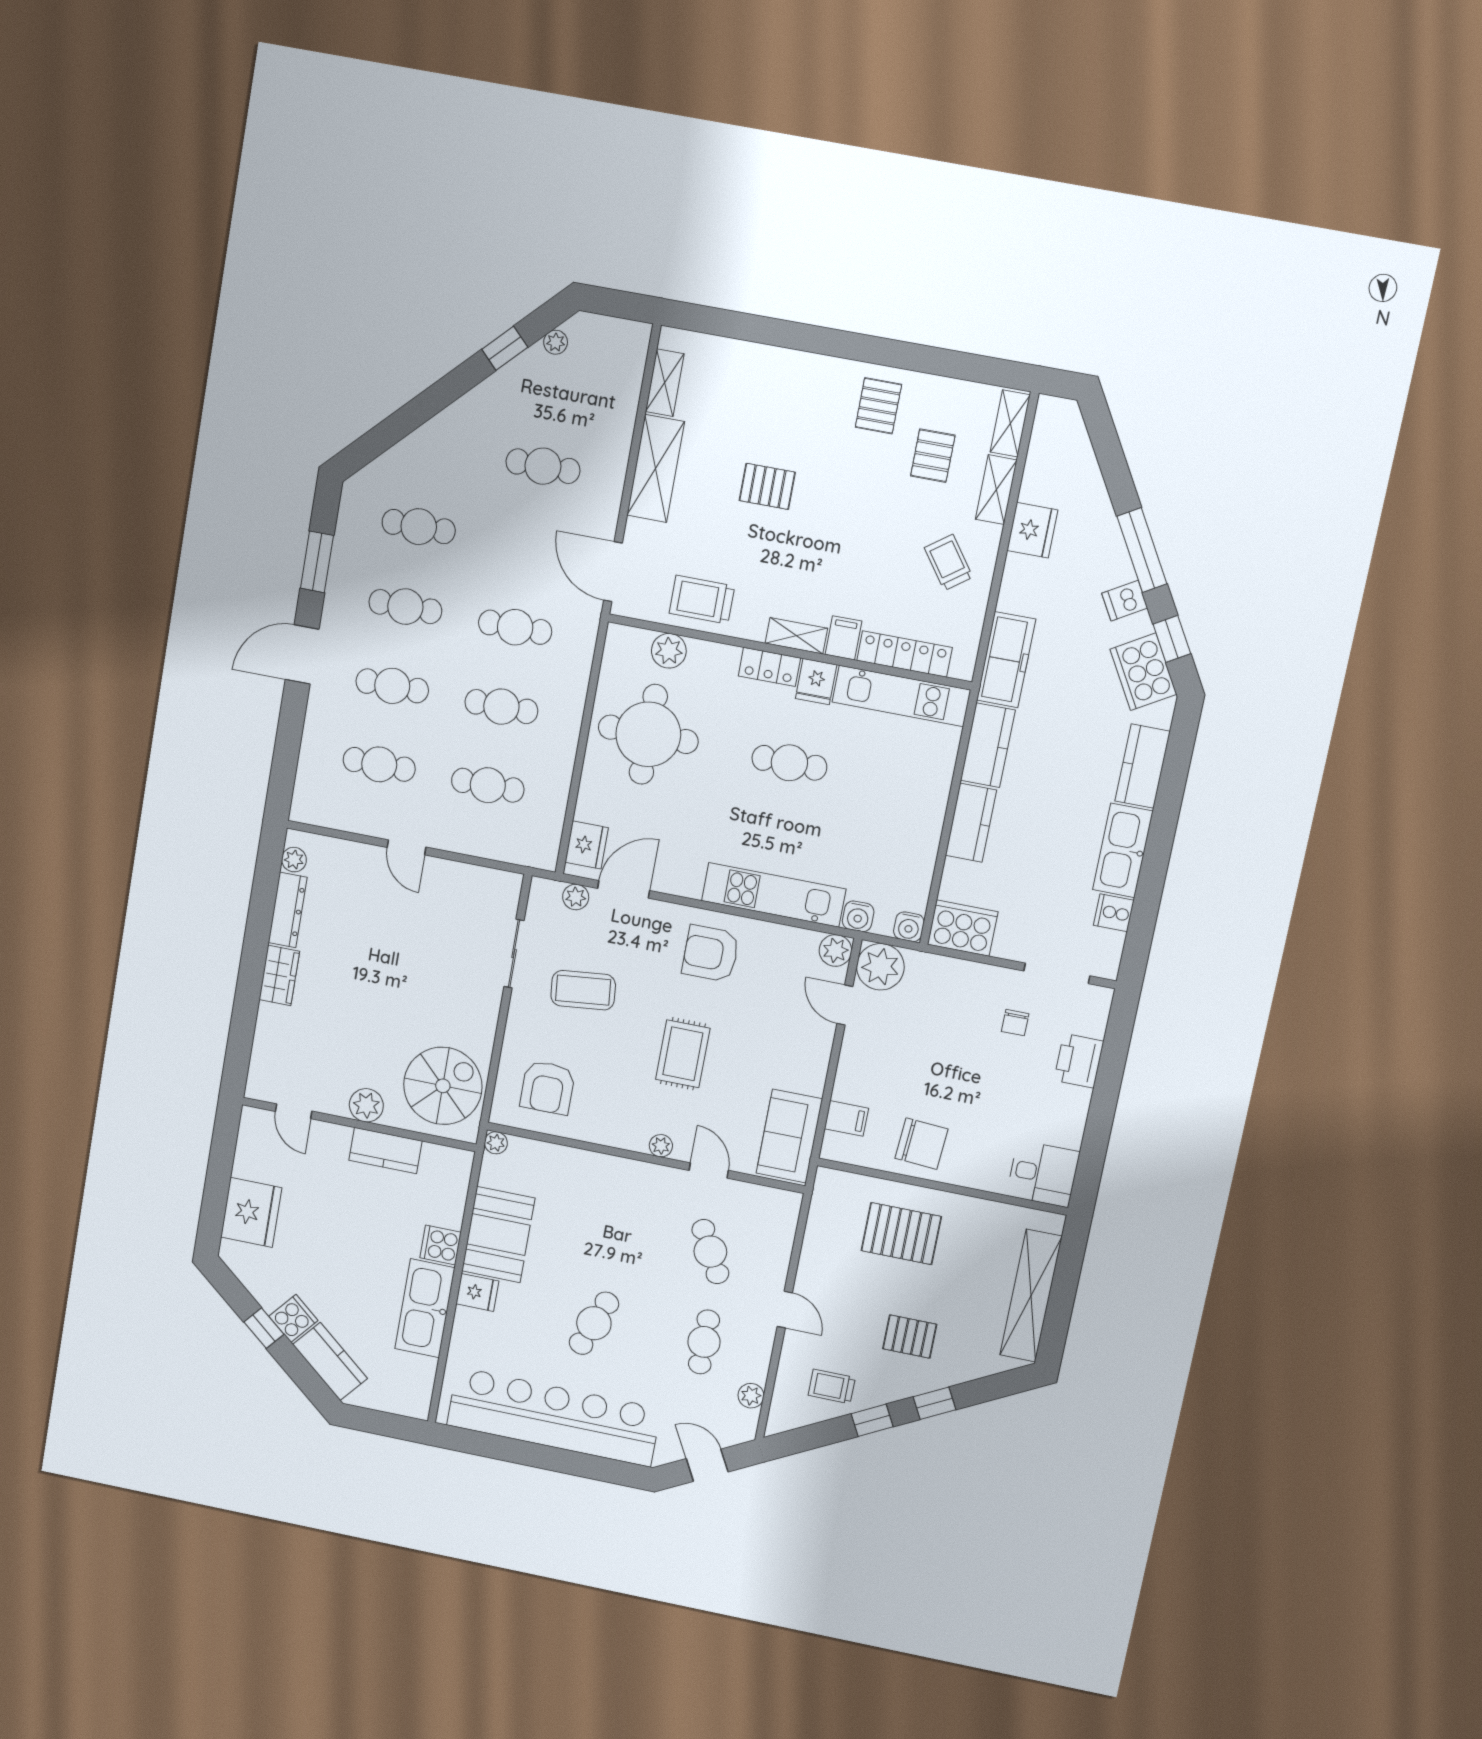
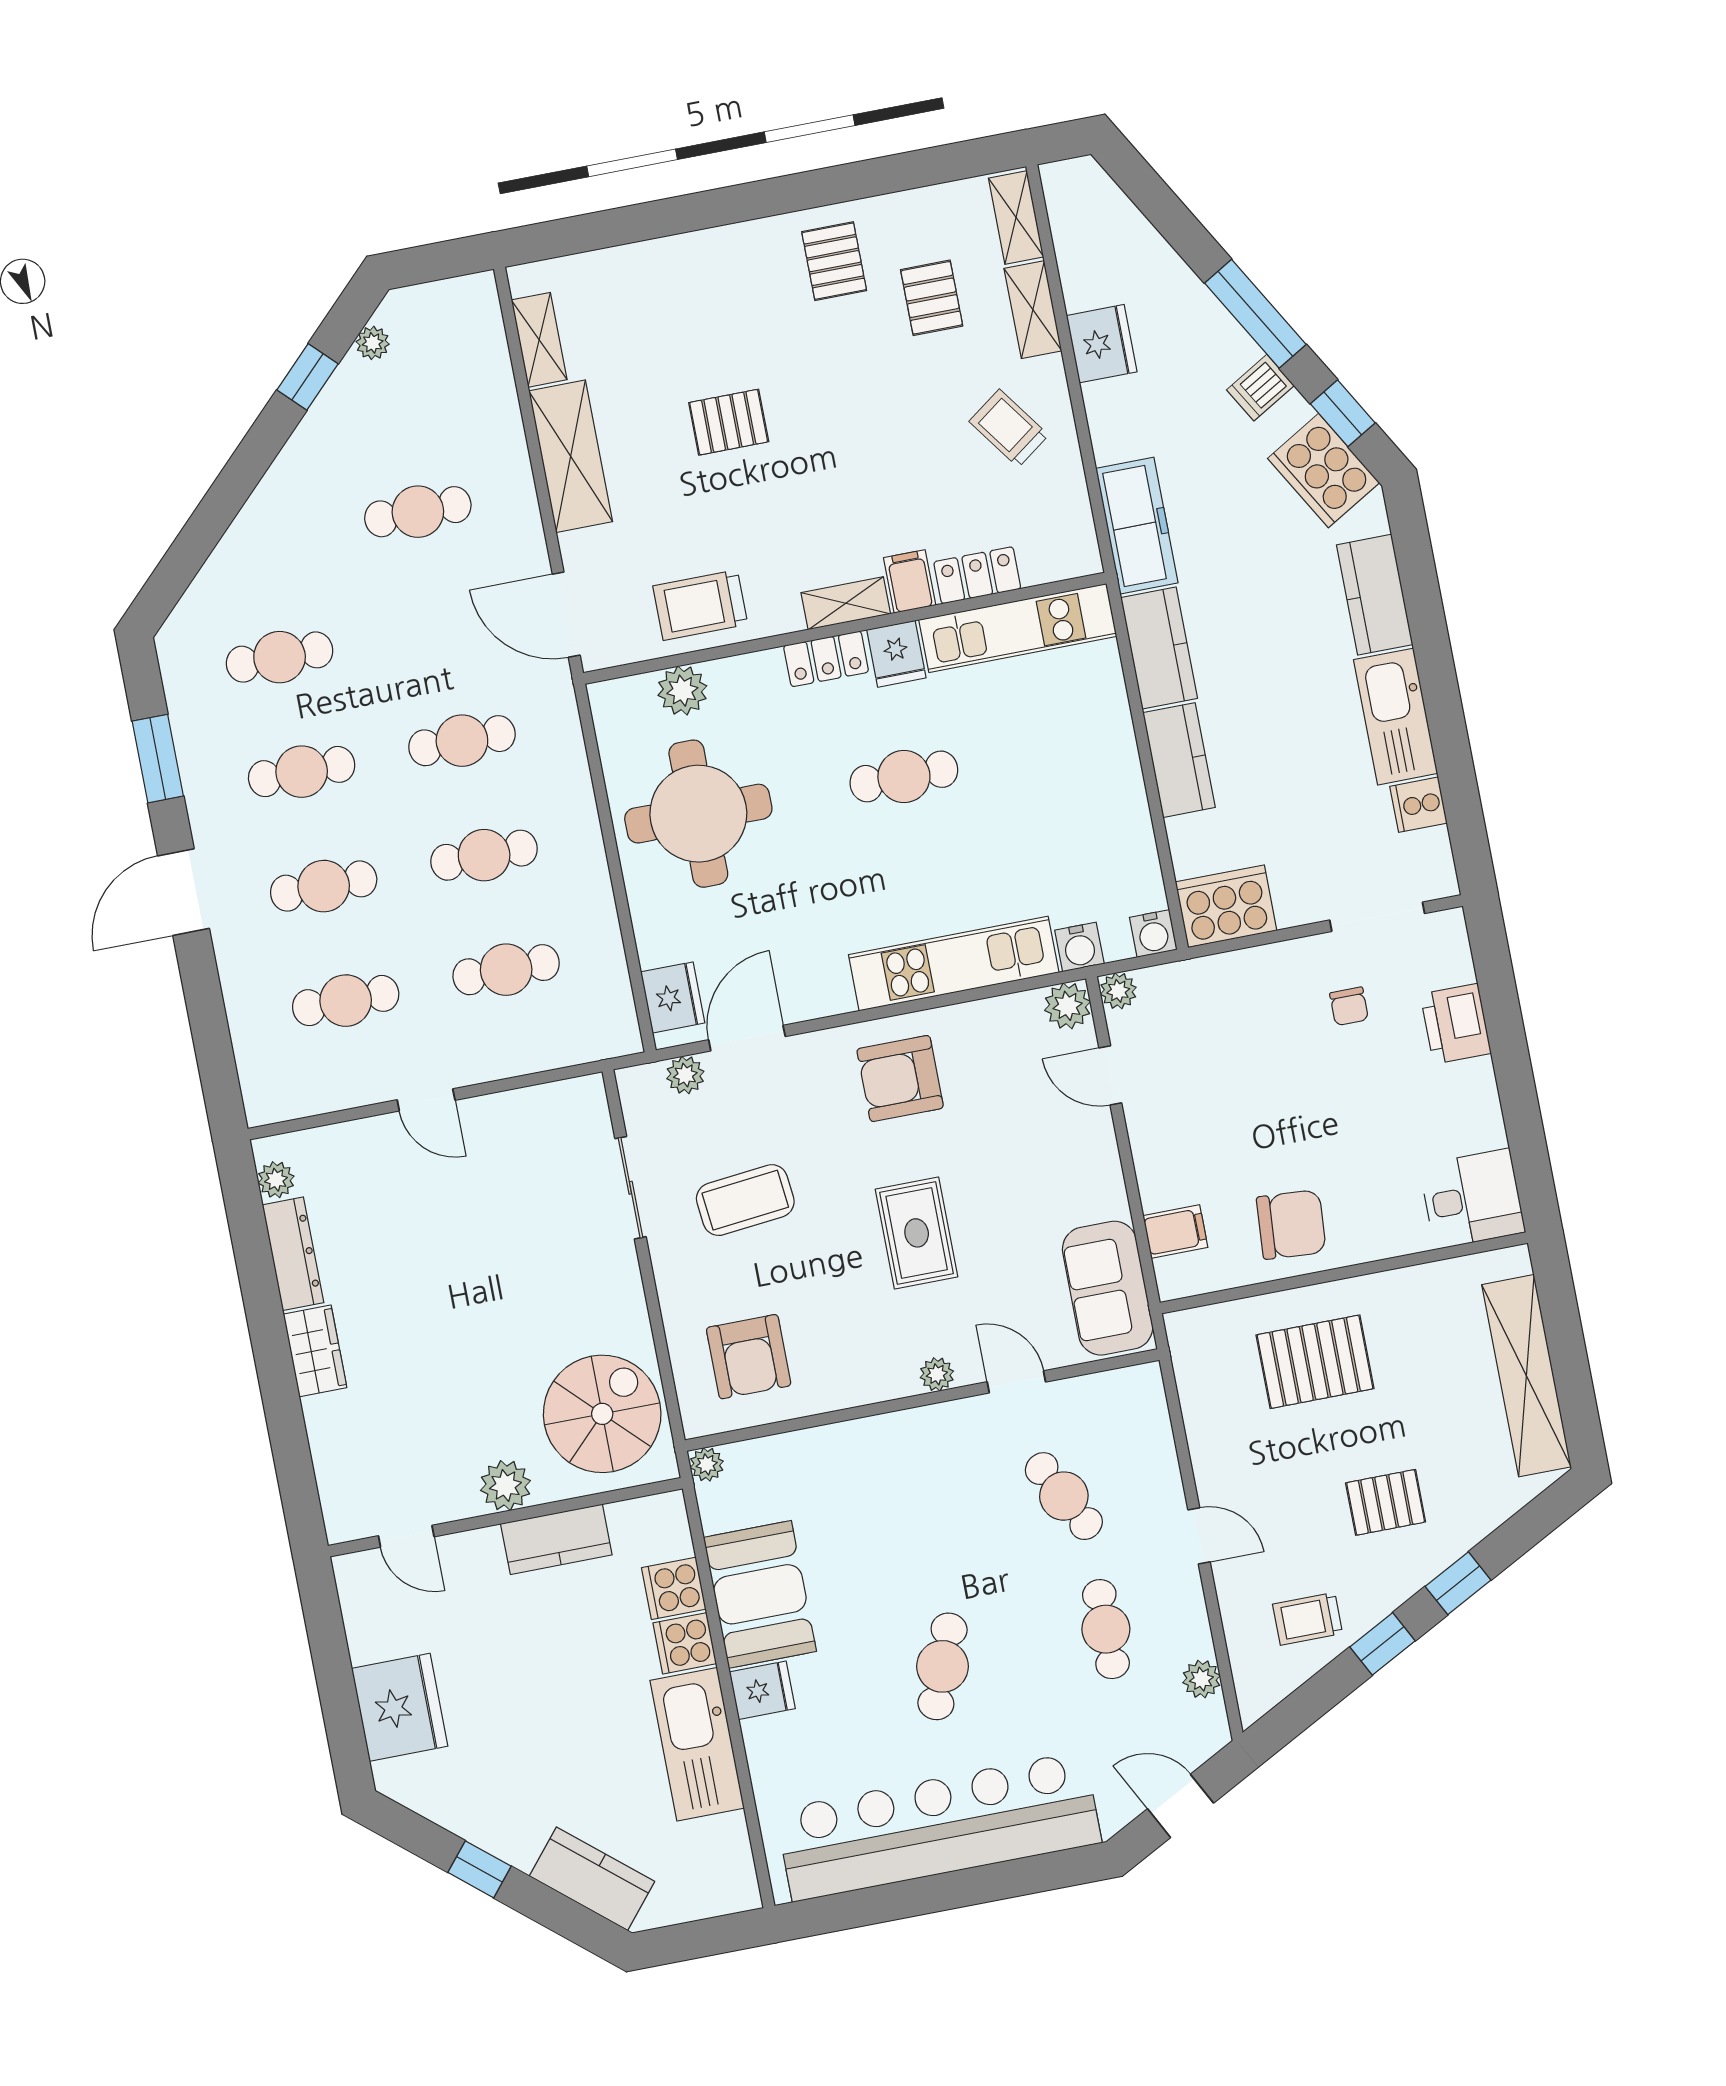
locker: (904, 654) -> (977, 575), width x0.66
plant: (880, 967) -> (1118, 991), width x0.53, depth x0.53
cooker: (293, 1318) -> (674, 1588), moved, turned -130

